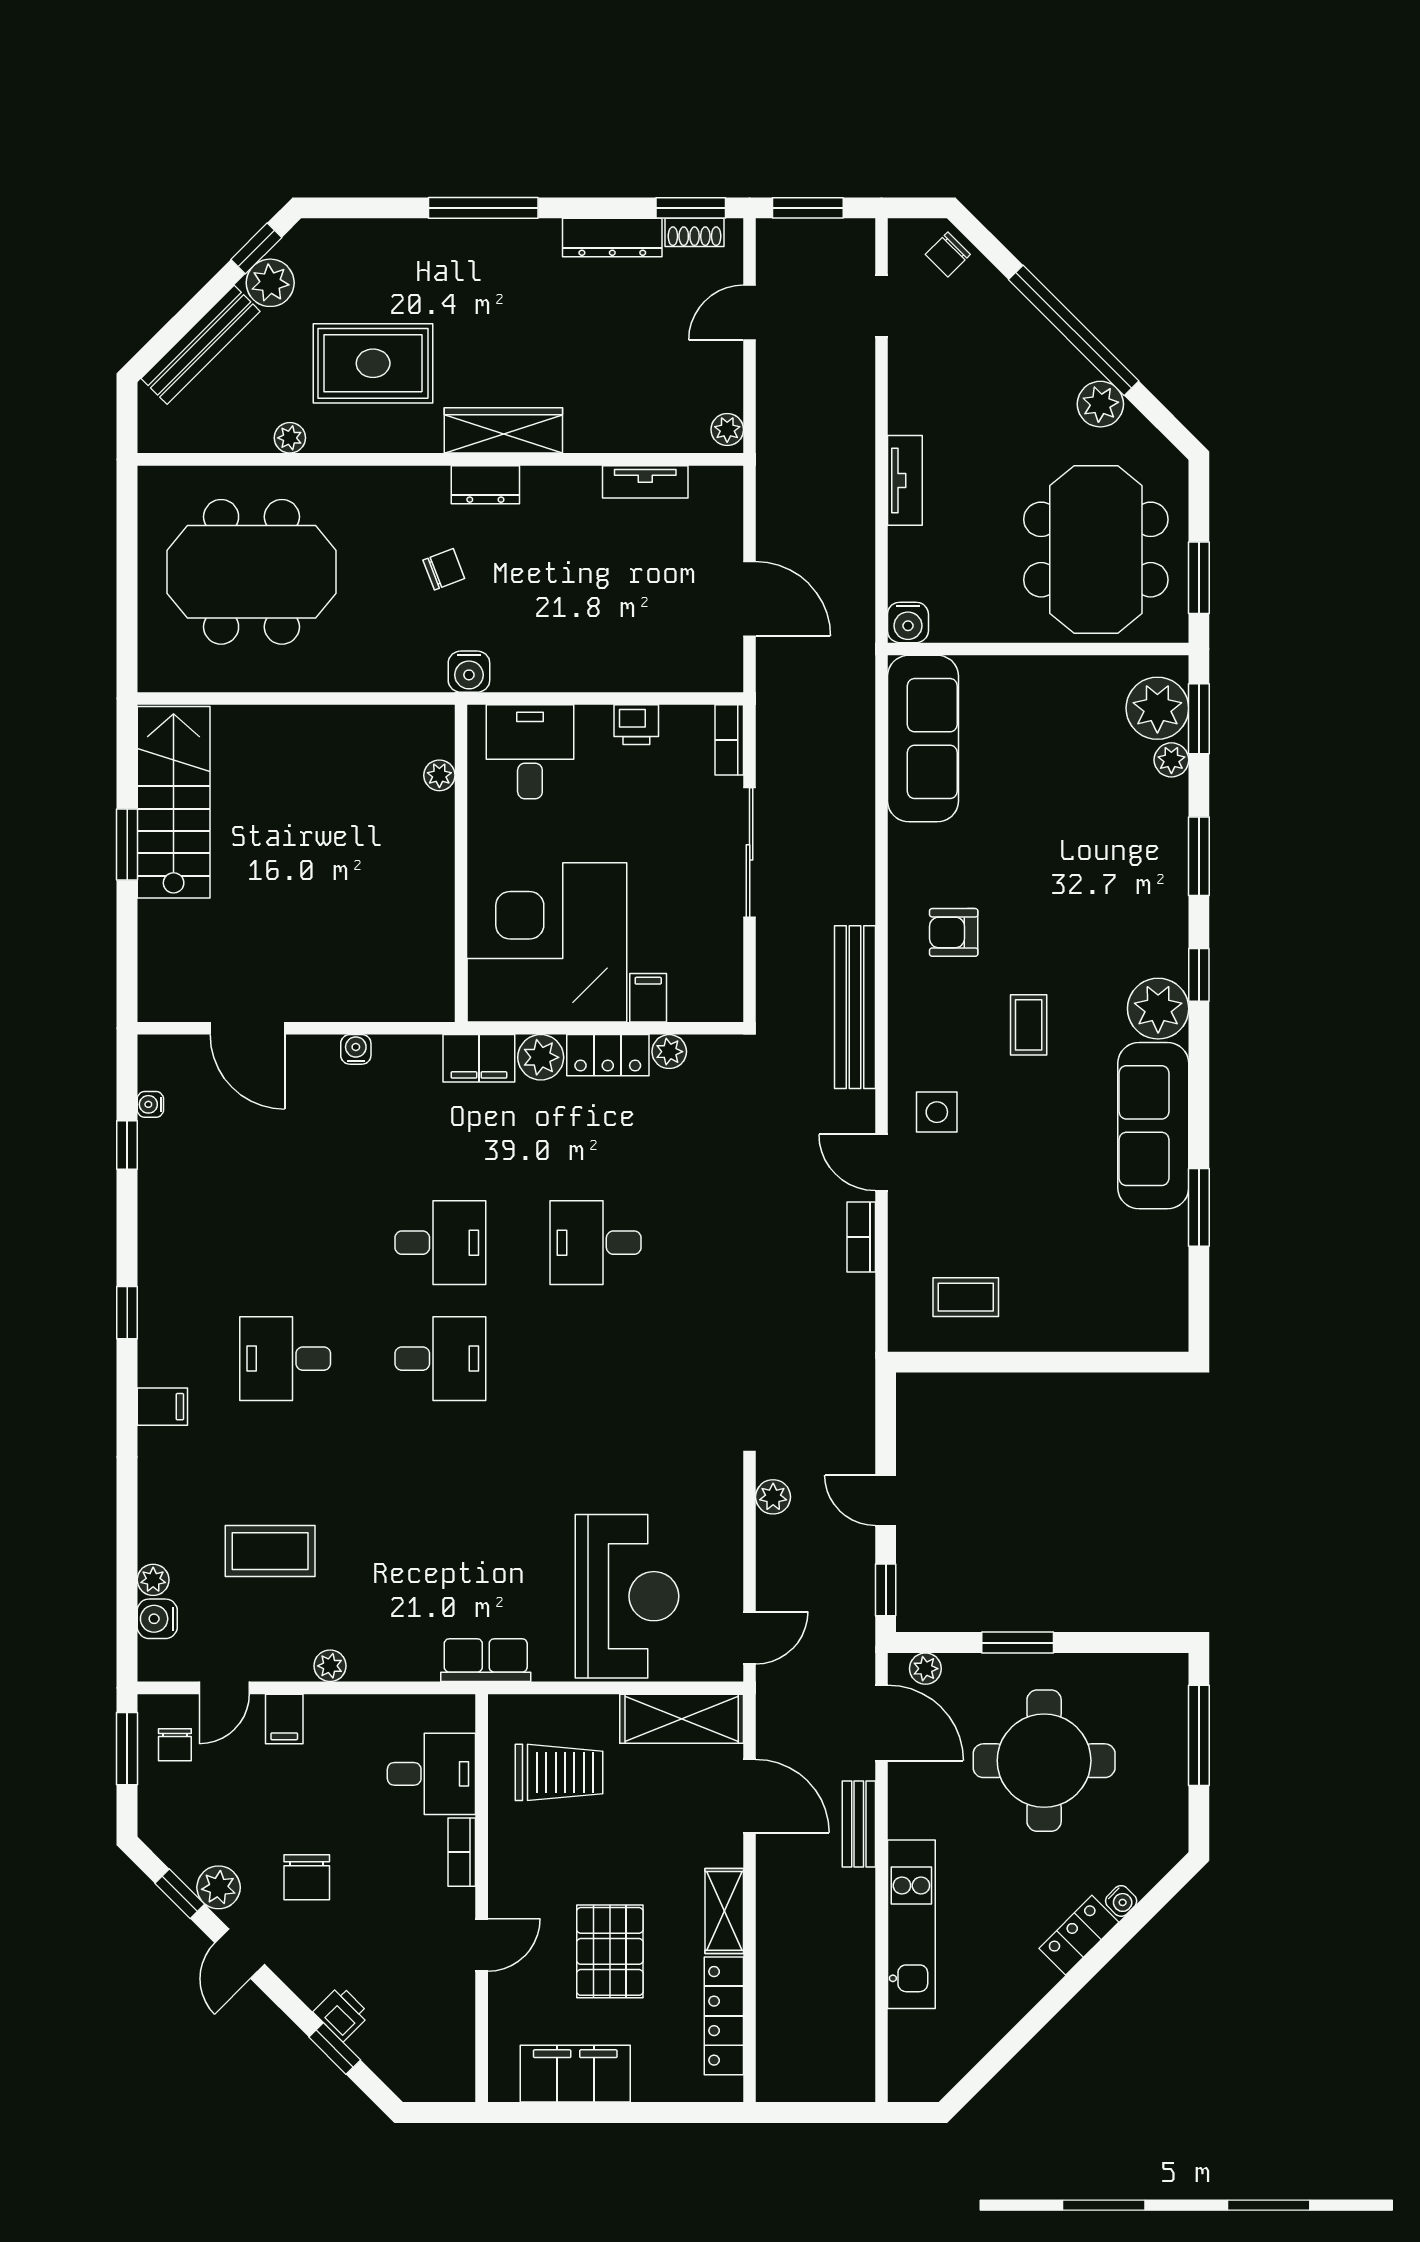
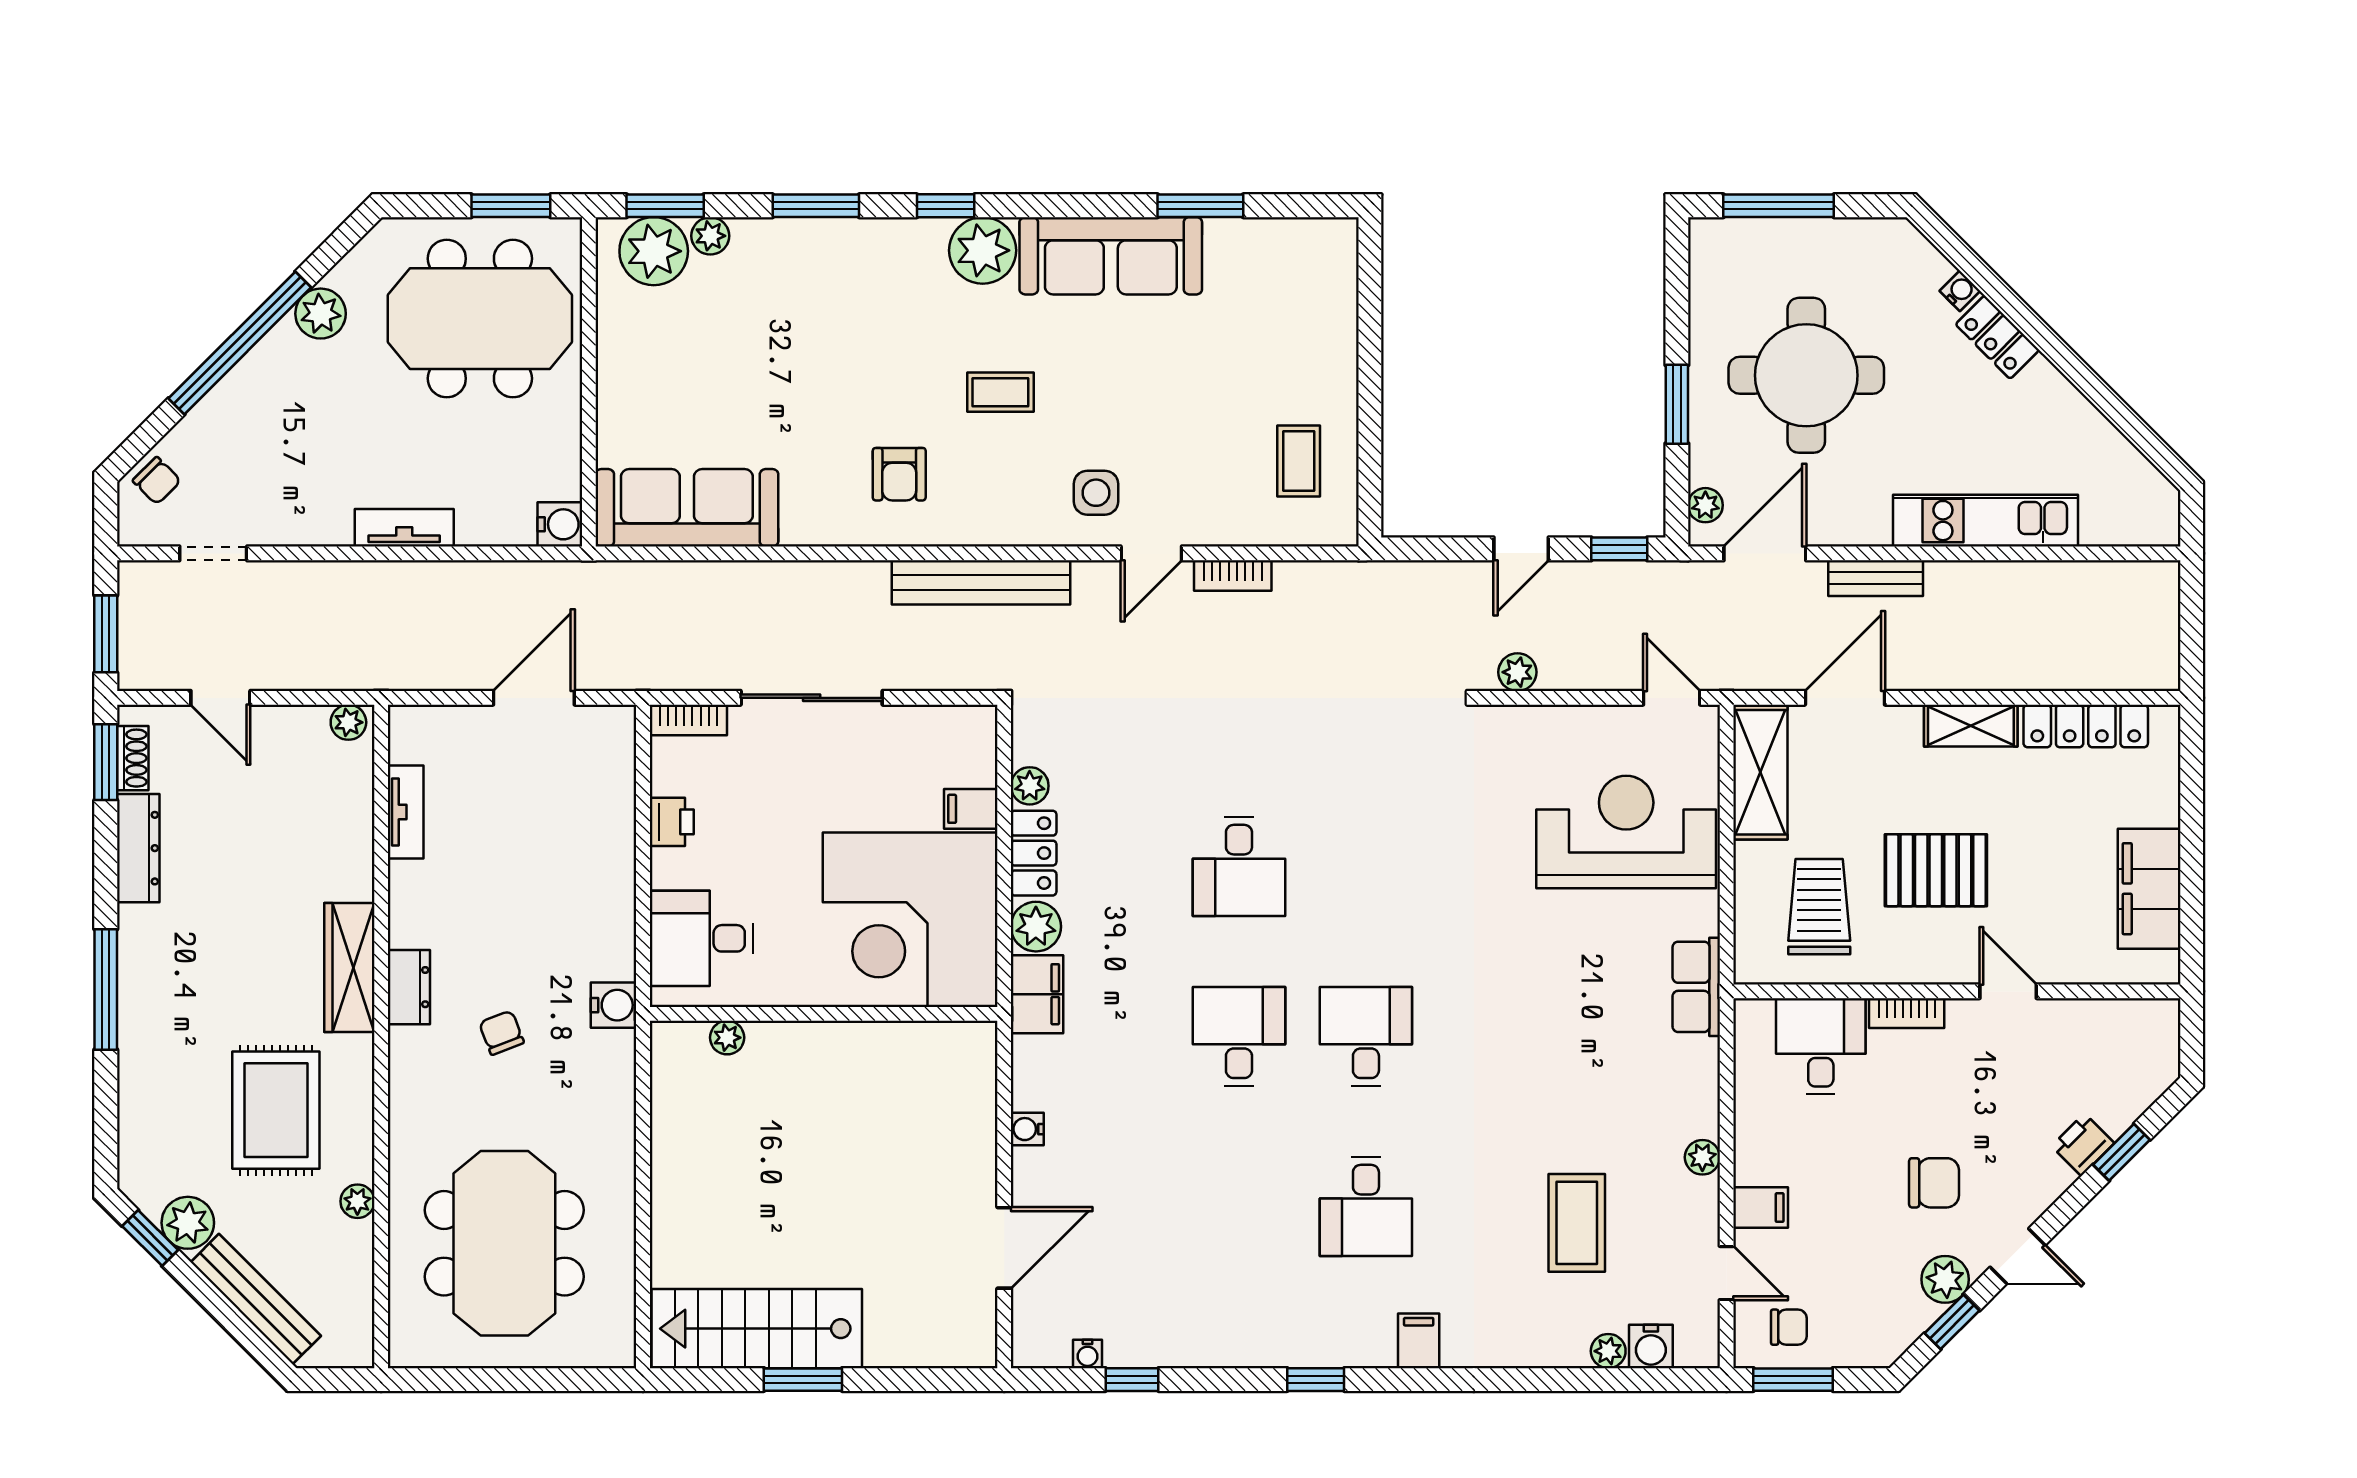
pallet: (610, 1951) -> (1936, 870), moved

